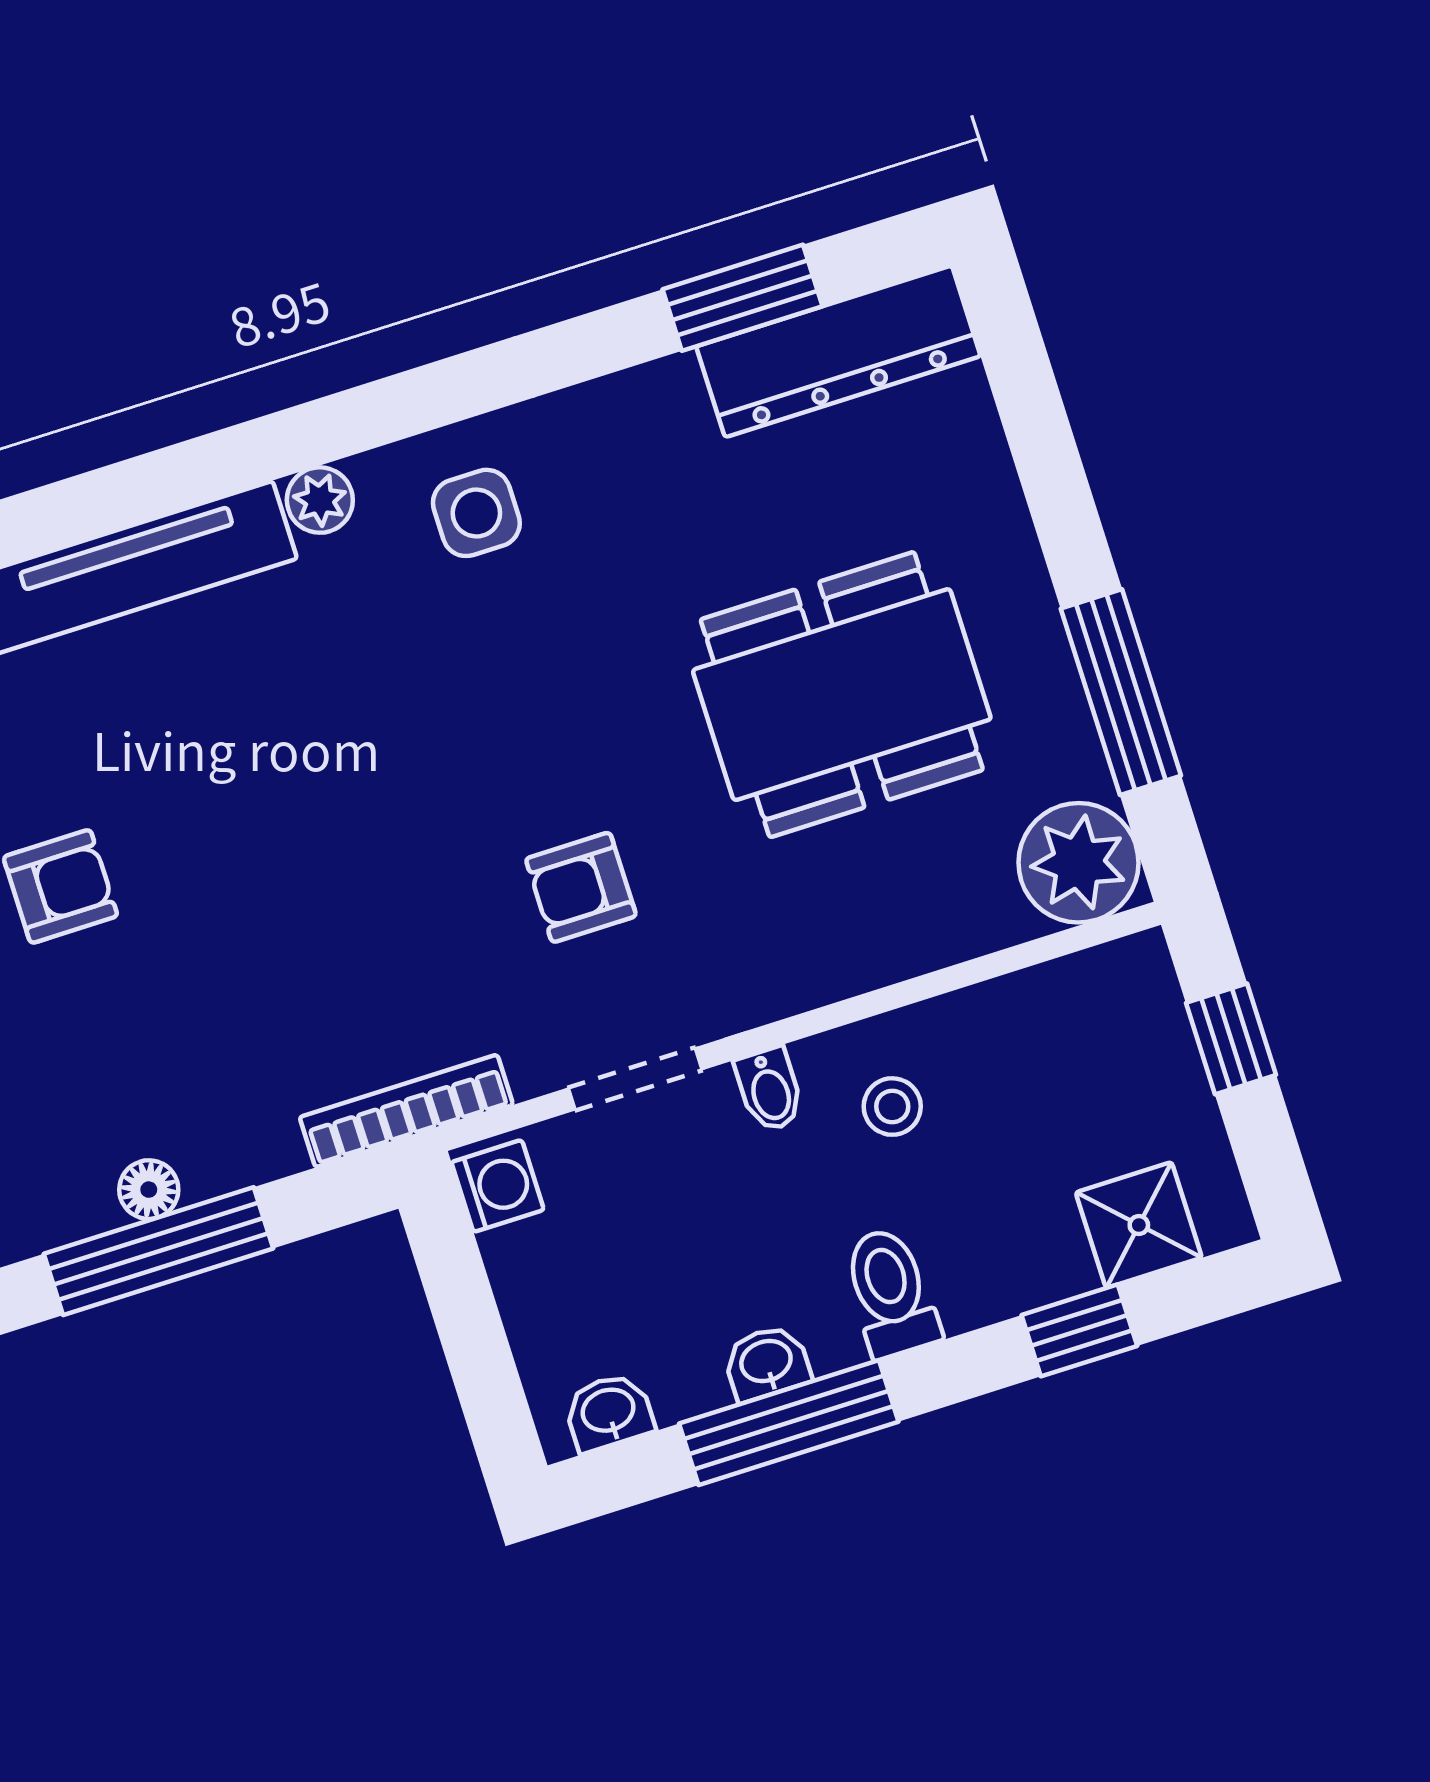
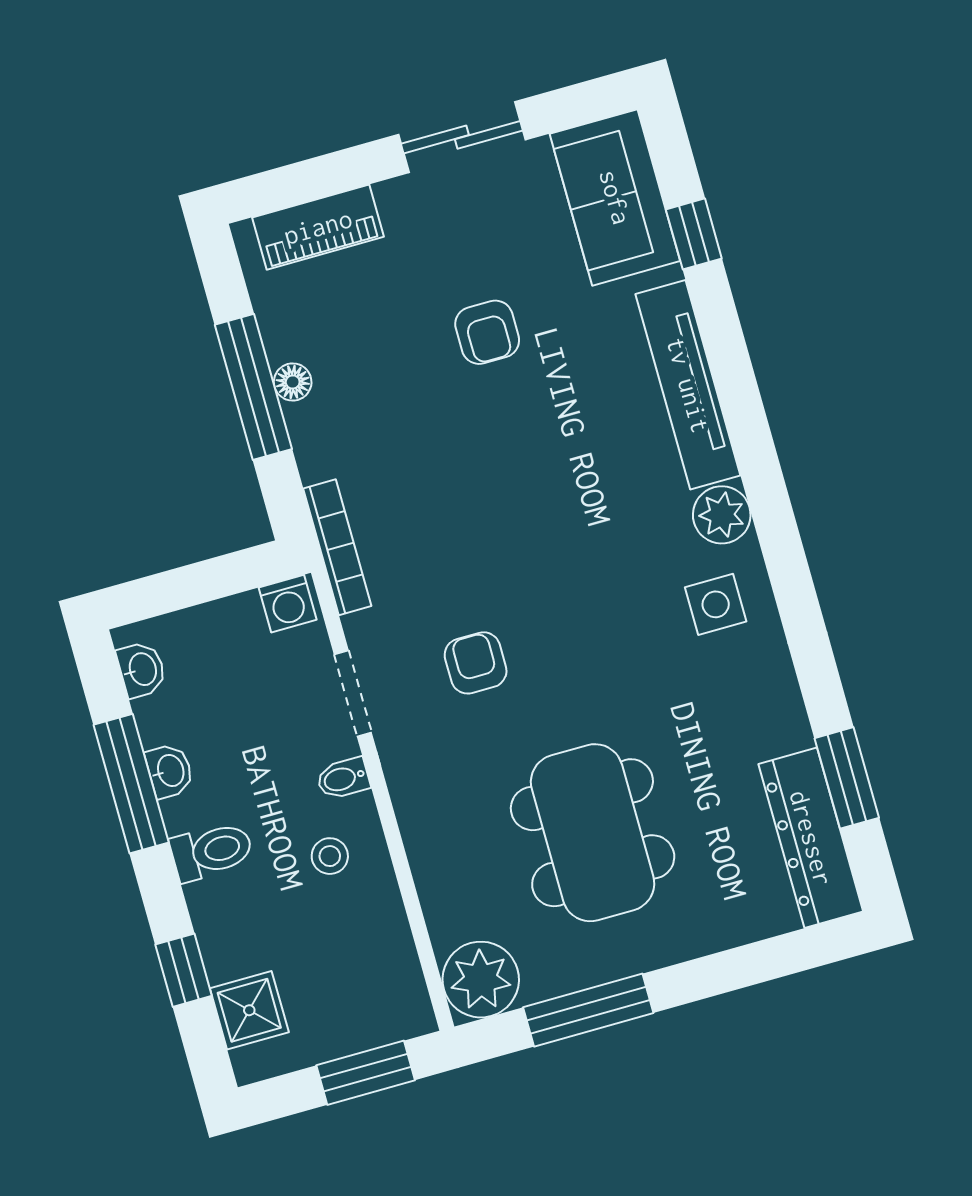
plant: (320, 500) -> (722, 515), width x1.38, depth x1.38
window: (1231, 1039) -> (366, 1073), width x1.50

